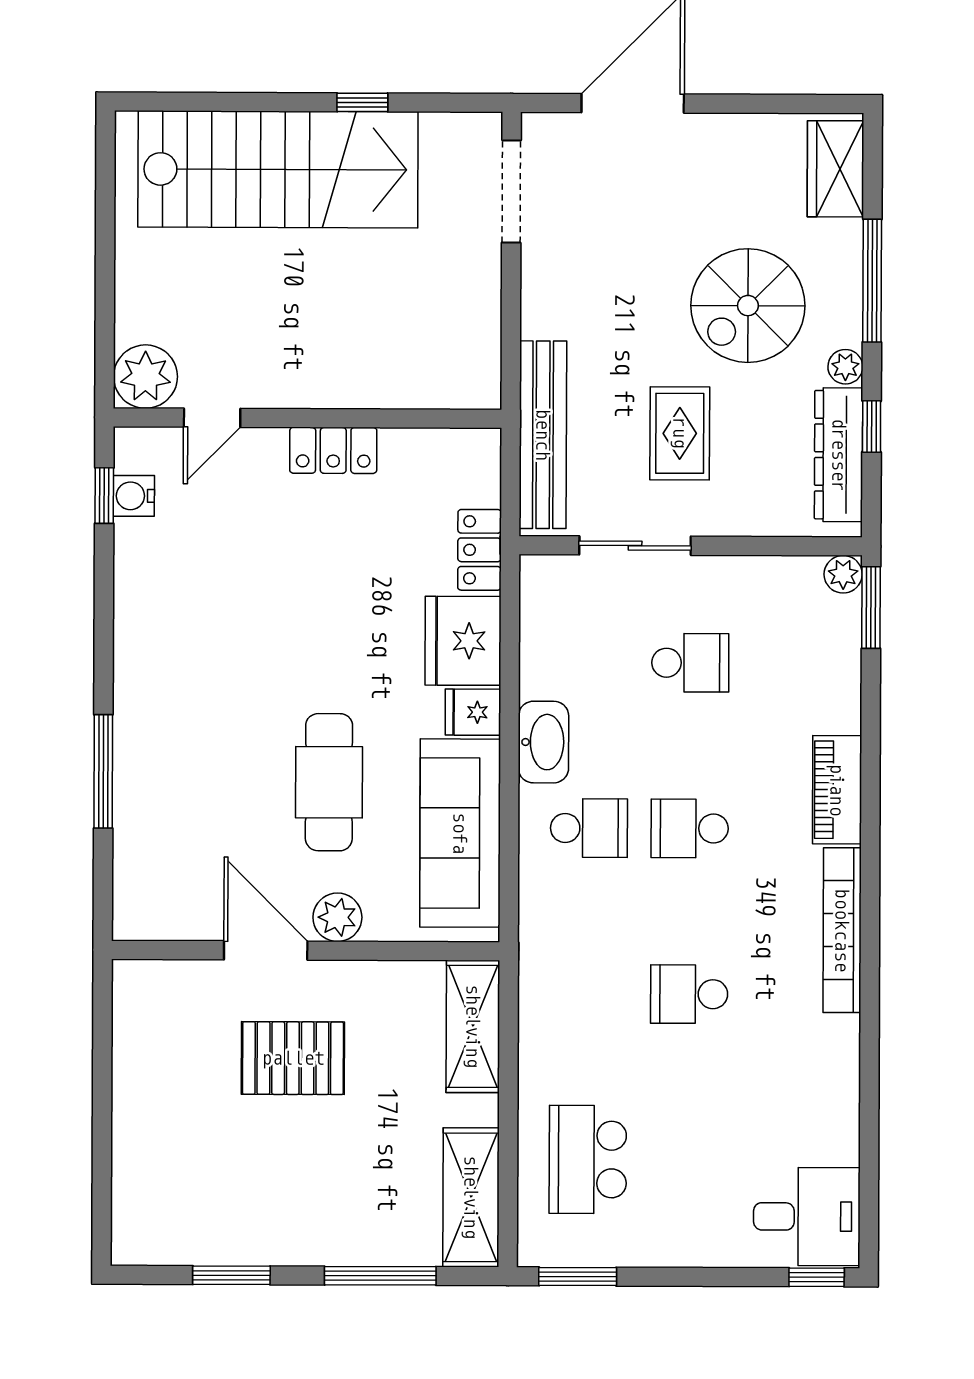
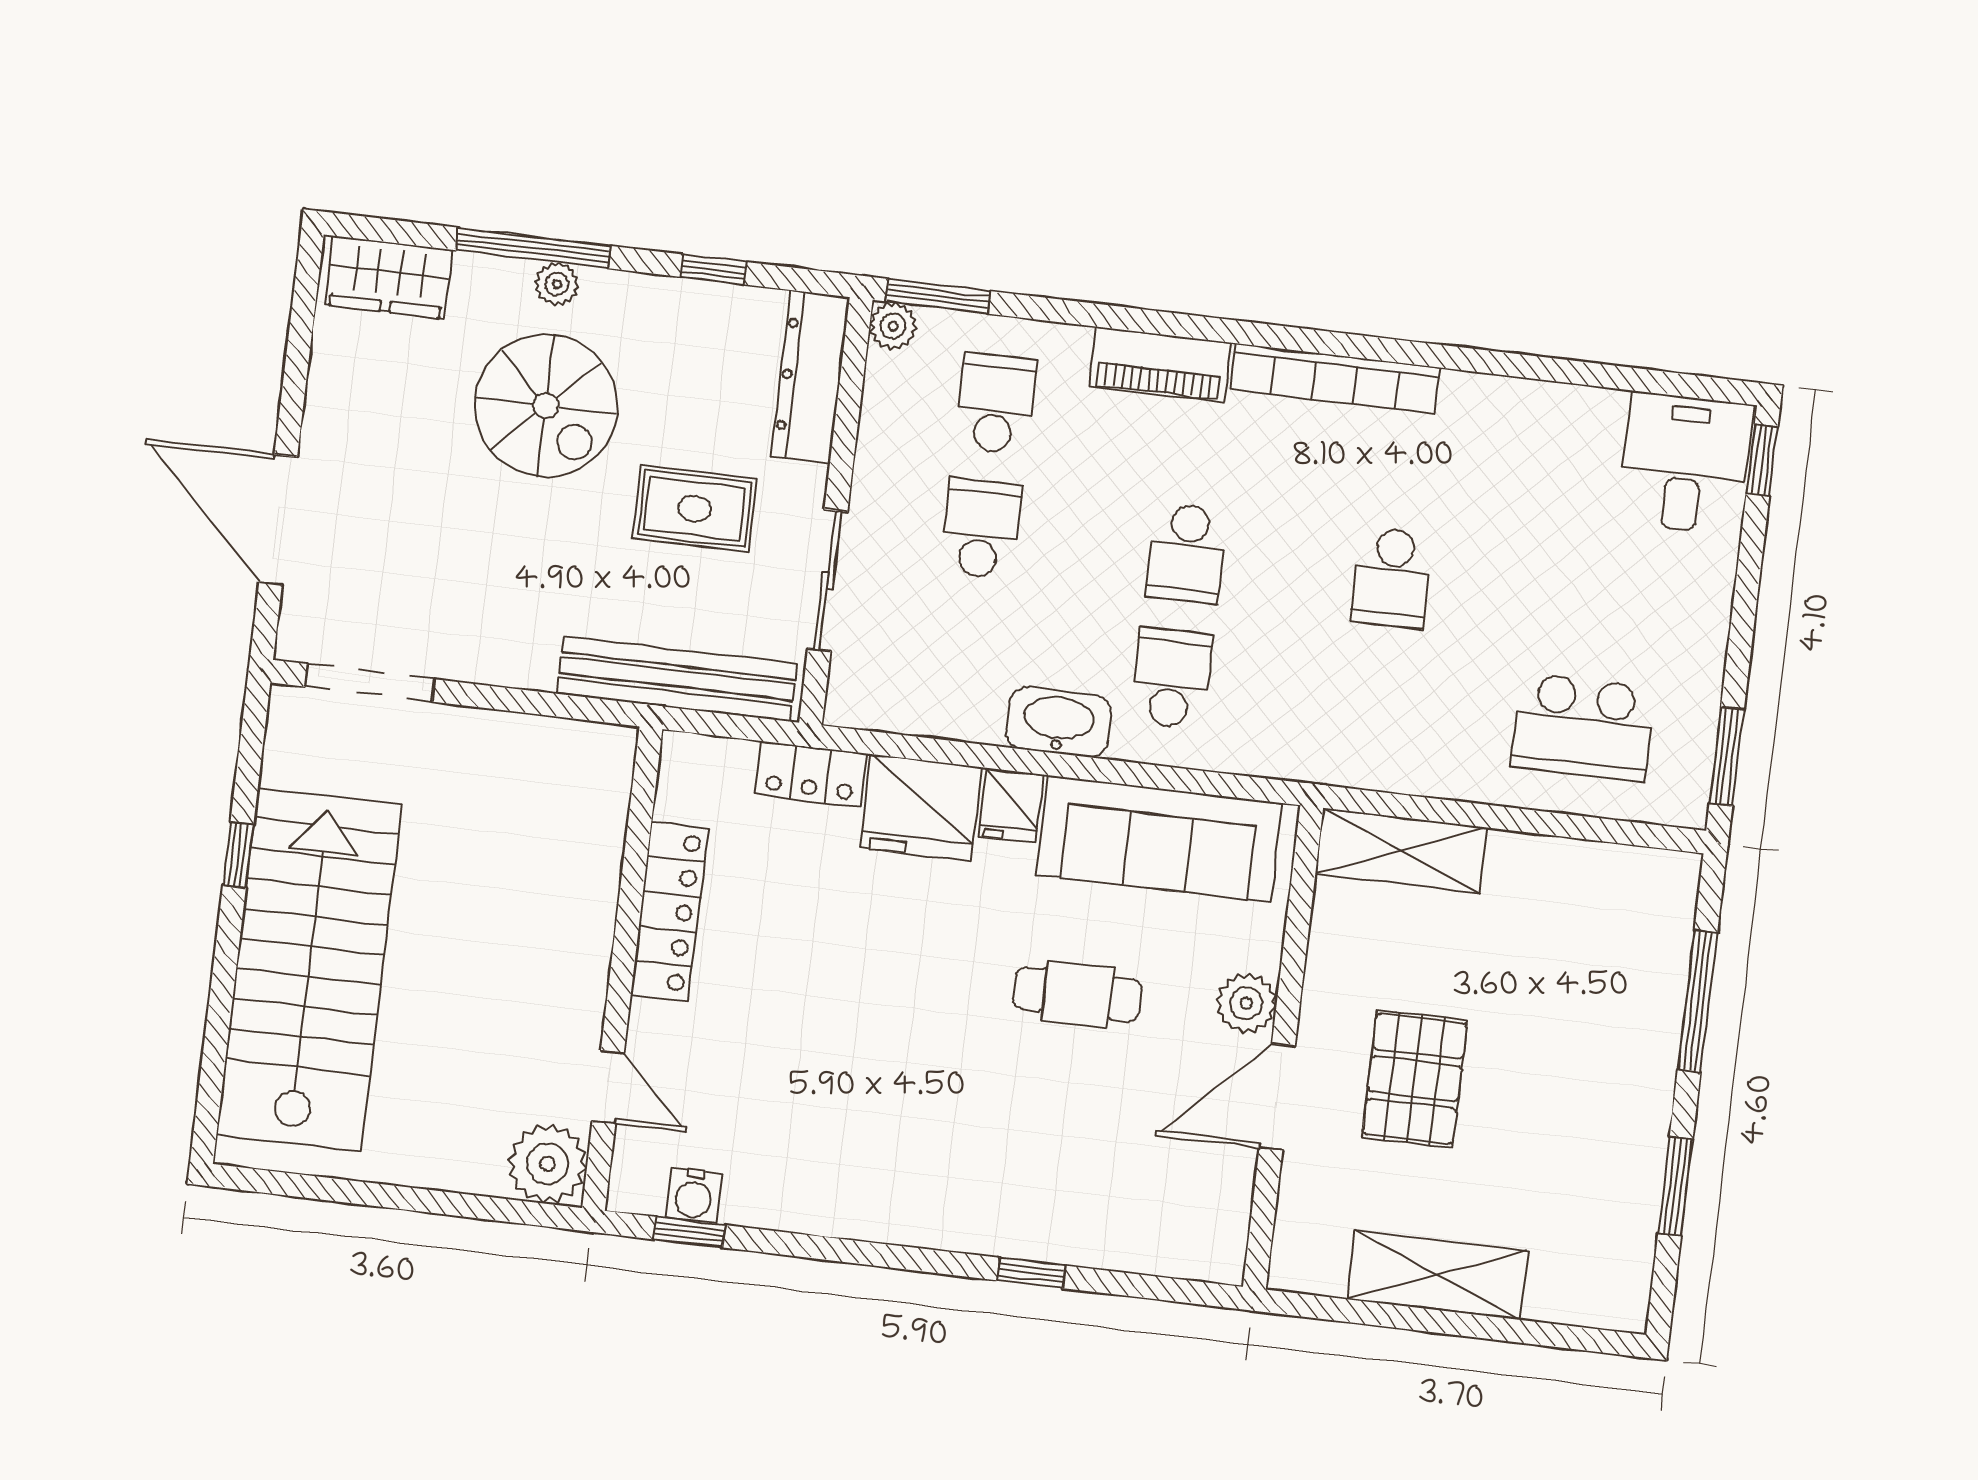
plant: (845, 367) -> (557, 284), moved
locker: (333, 450) -> (670, 911), width x1.53
dresser: (839, 455) -> (810, 377), moved, turned 90
school desk: (791, 663) -> (996, 404), added
window: (103, 771) -> (1032, 1273), width x0.46
cafe table: (329, 782) -> (1077, 994), width x0.73, depth x0.74
shelving: (471, 1197) -> (1437, 1275), moved

